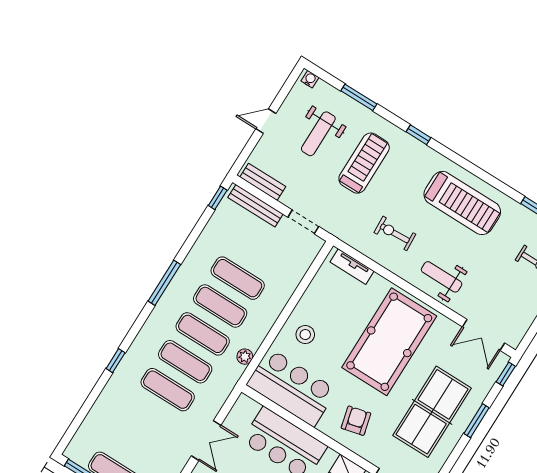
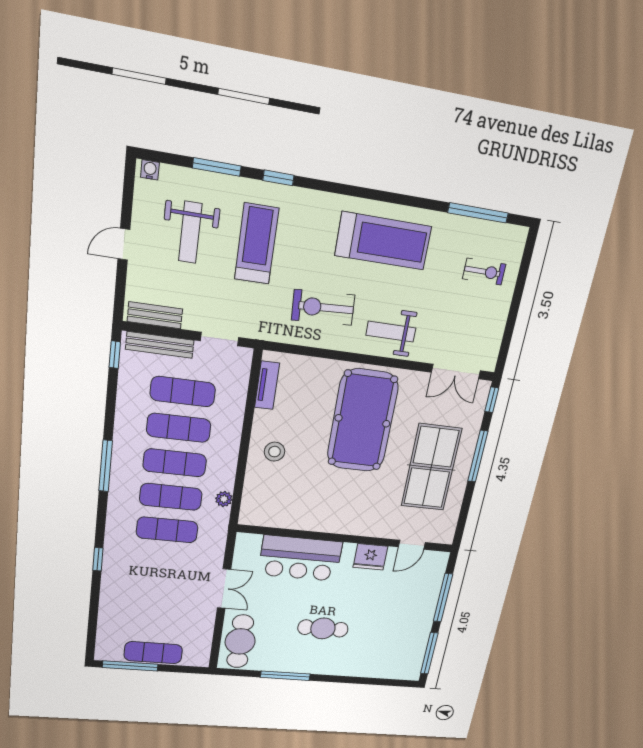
window: (419, 135) -> (278, 178), moved
exercise bike: (395, 233) -> (323, 307), width x1.38, depth x1.39
tv unit: (352, 267) -> (267, 385), moved, turned -90
bar counter: (292, 387) -> (284, 506), removed
exercise mat: (168, 390) -> (183, 392), moved
armchair: (356, 421) -> (360, 508), removed
window: (476, 421) -> (478, 456), width x1.44

